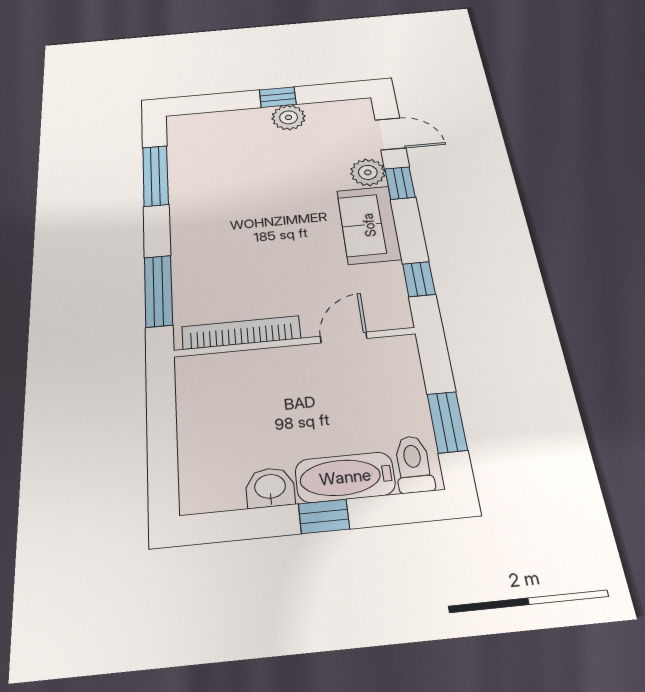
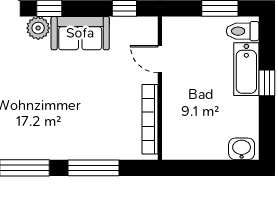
window: (158, 291) -> (93, 168), moved
washbasin: (270, 487) -> (242, 149), moved, turned 90

